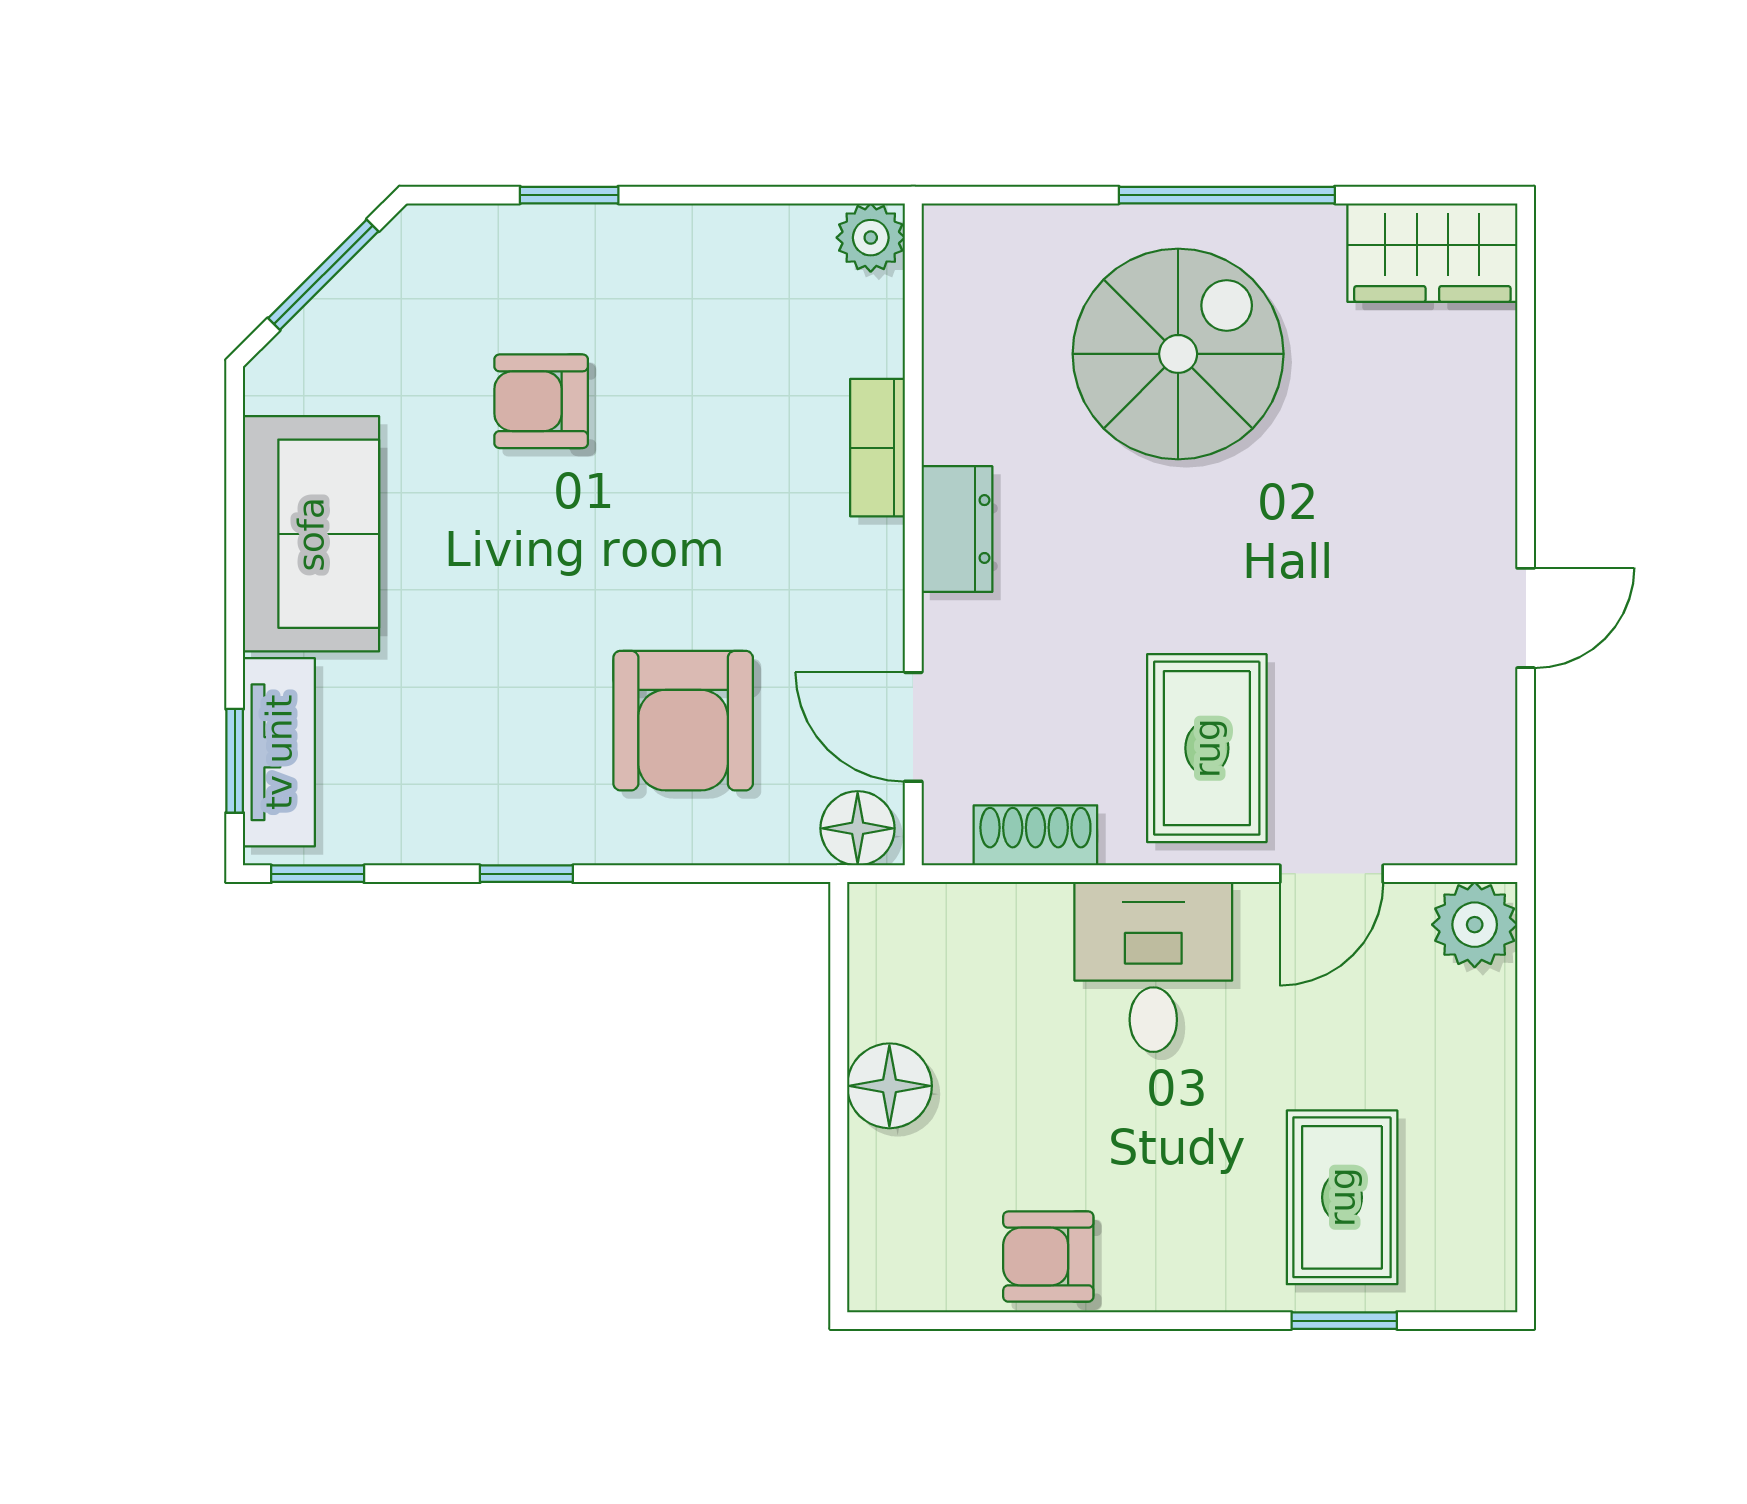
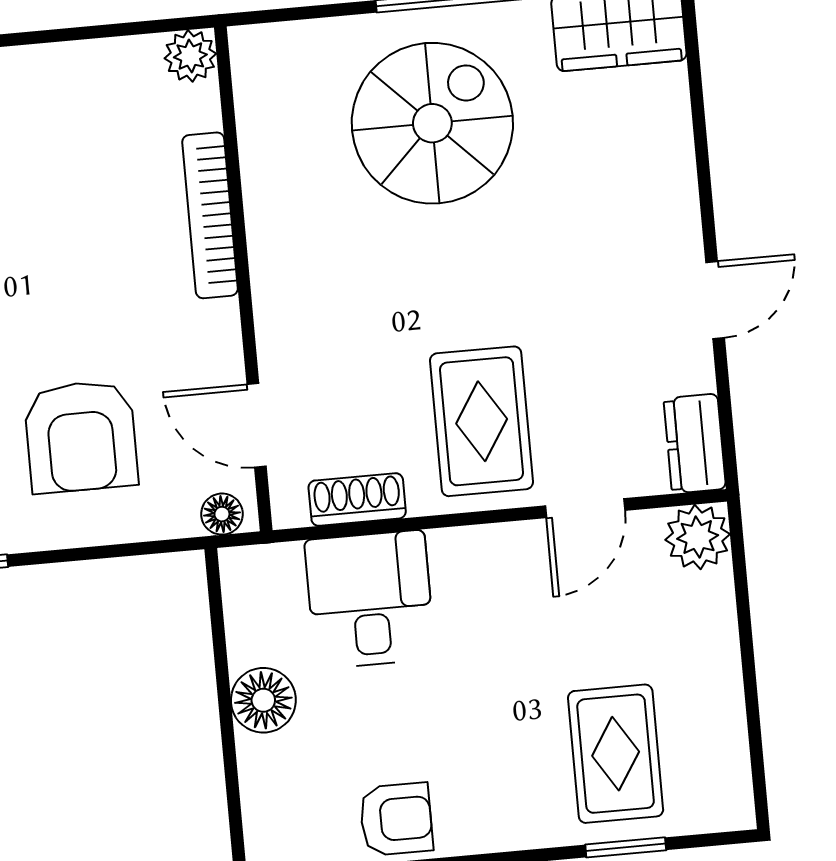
bookcase: (877, 448) -> (210, 215), width x1.56
dresser: (957, 529) -> (695, 444), moved, turned 180
floor lamp: (858, 828) -> (222, 514), width x0.73, depth x0.73
desk: (1153, 967) -> (370, 599), moved
armchair: (1048, 1257) -> (396, 819), turned 180

